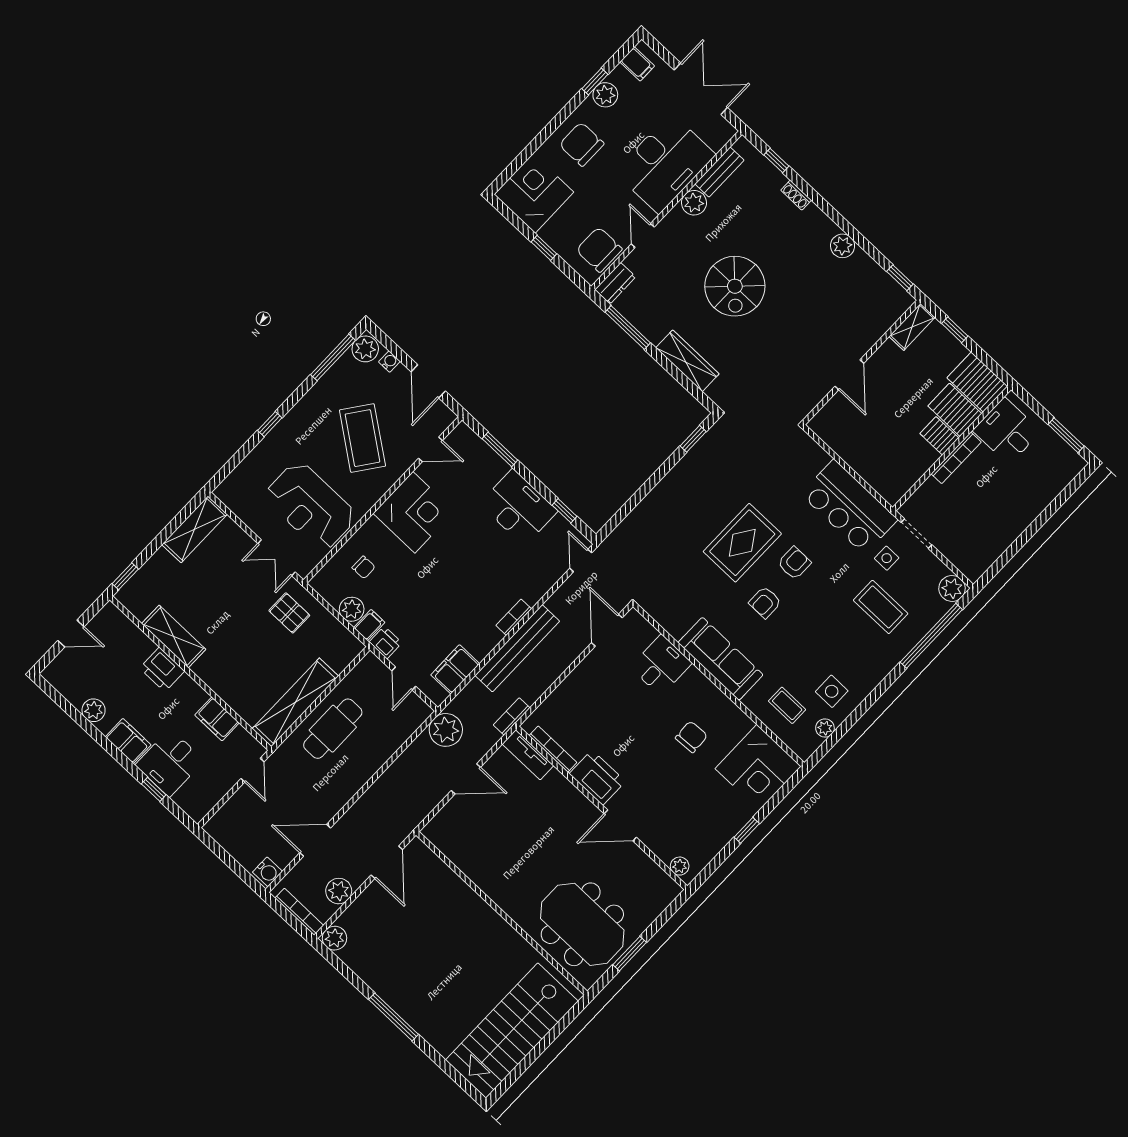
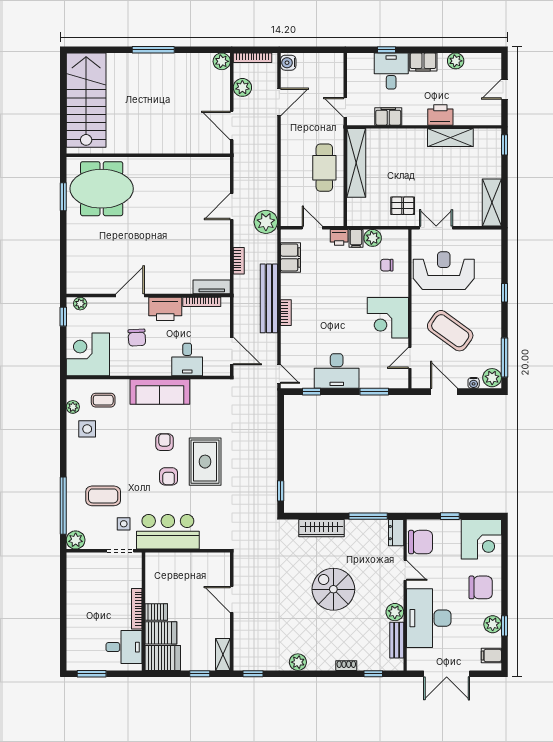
bookcase: (553, 749) -> (202, 302), moved
tv unit: (528, 755) -> (212, 287), moved
printer: (597, 778) -> (165, 309), moved
wall: (602, 808) -> (148, 296), moved
door: (620, 826) -> (130, 296), moved
plant: (680, 866) -> (80, 304), moved

